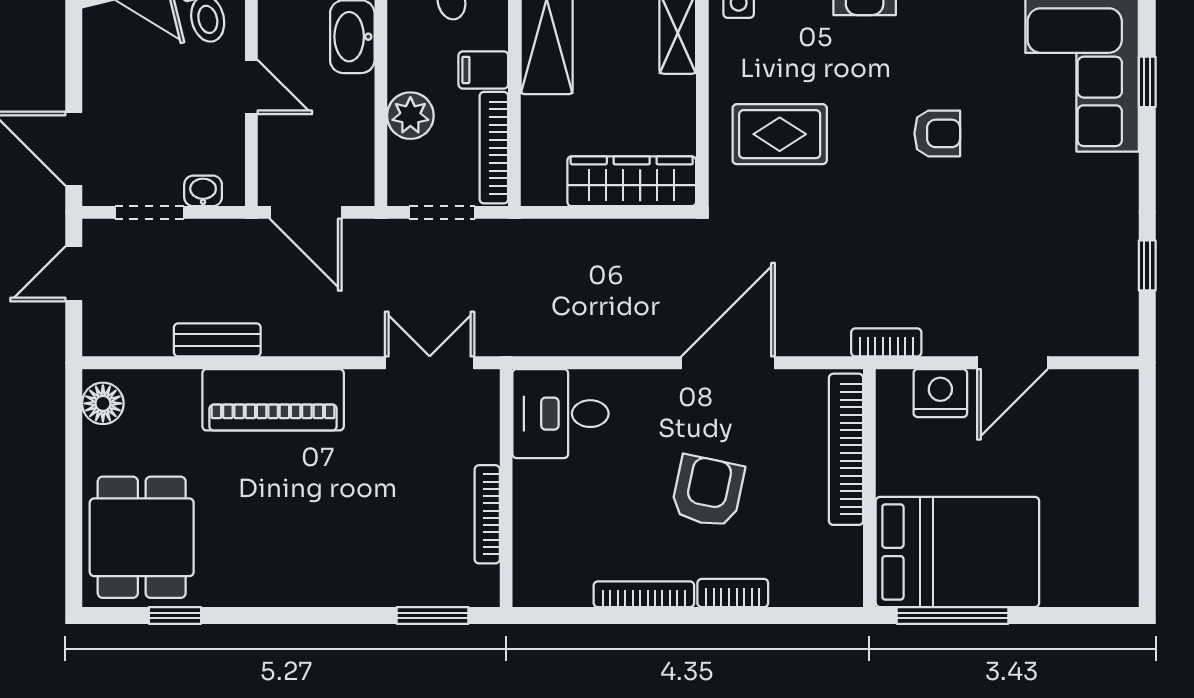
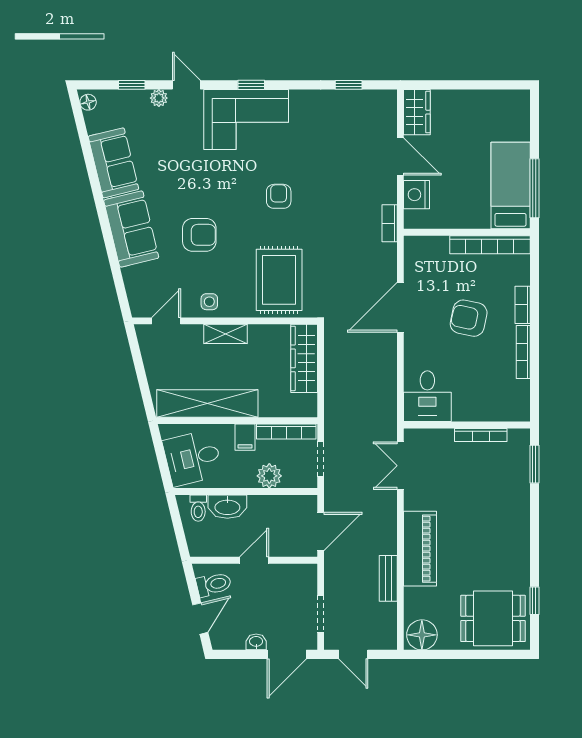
rug: (780, 134) -> (279, 280), width x1.36, depth x1.43
washbasin: (203, 191) -> (256, 642), moved, turned 90
door: (728, 363) -> (400, 307), hinge flipped
wardrobe: (1096, 394) -> (417, 112), added
floor lamp: (103, 403) -> (422, 635), width x1.38, depth x1.38
bookcase: (846, 449) -> (490, 245), moved
bed: (957, 552) -> (511, 186), width x0.67

